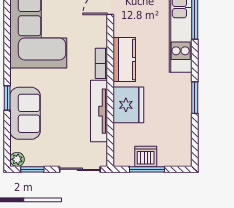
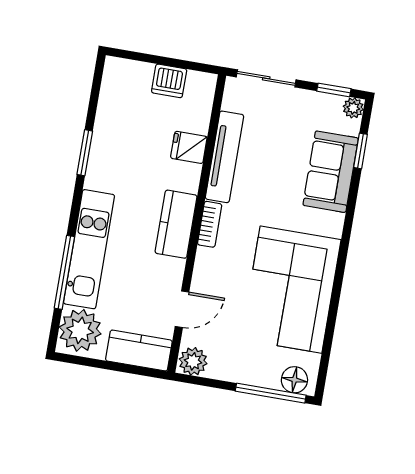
window: (7, 98) -> (361, 151), moved
fridge: (128, 105) -> (189, 147), width x0.53, depth x0.75
window: (147, 169) -> (170, 62), removed

